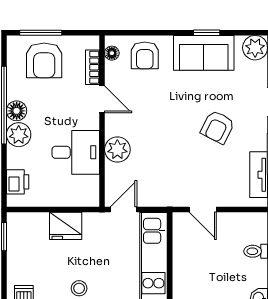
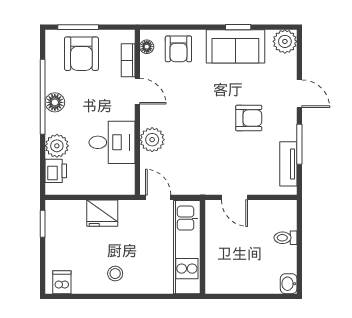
armchair: (218, 127) -> (249, 118), turned -117
plant: (19, 135) -> (57, 146), moved
door: (124, 209) -> (158, 197), hinge flipped

